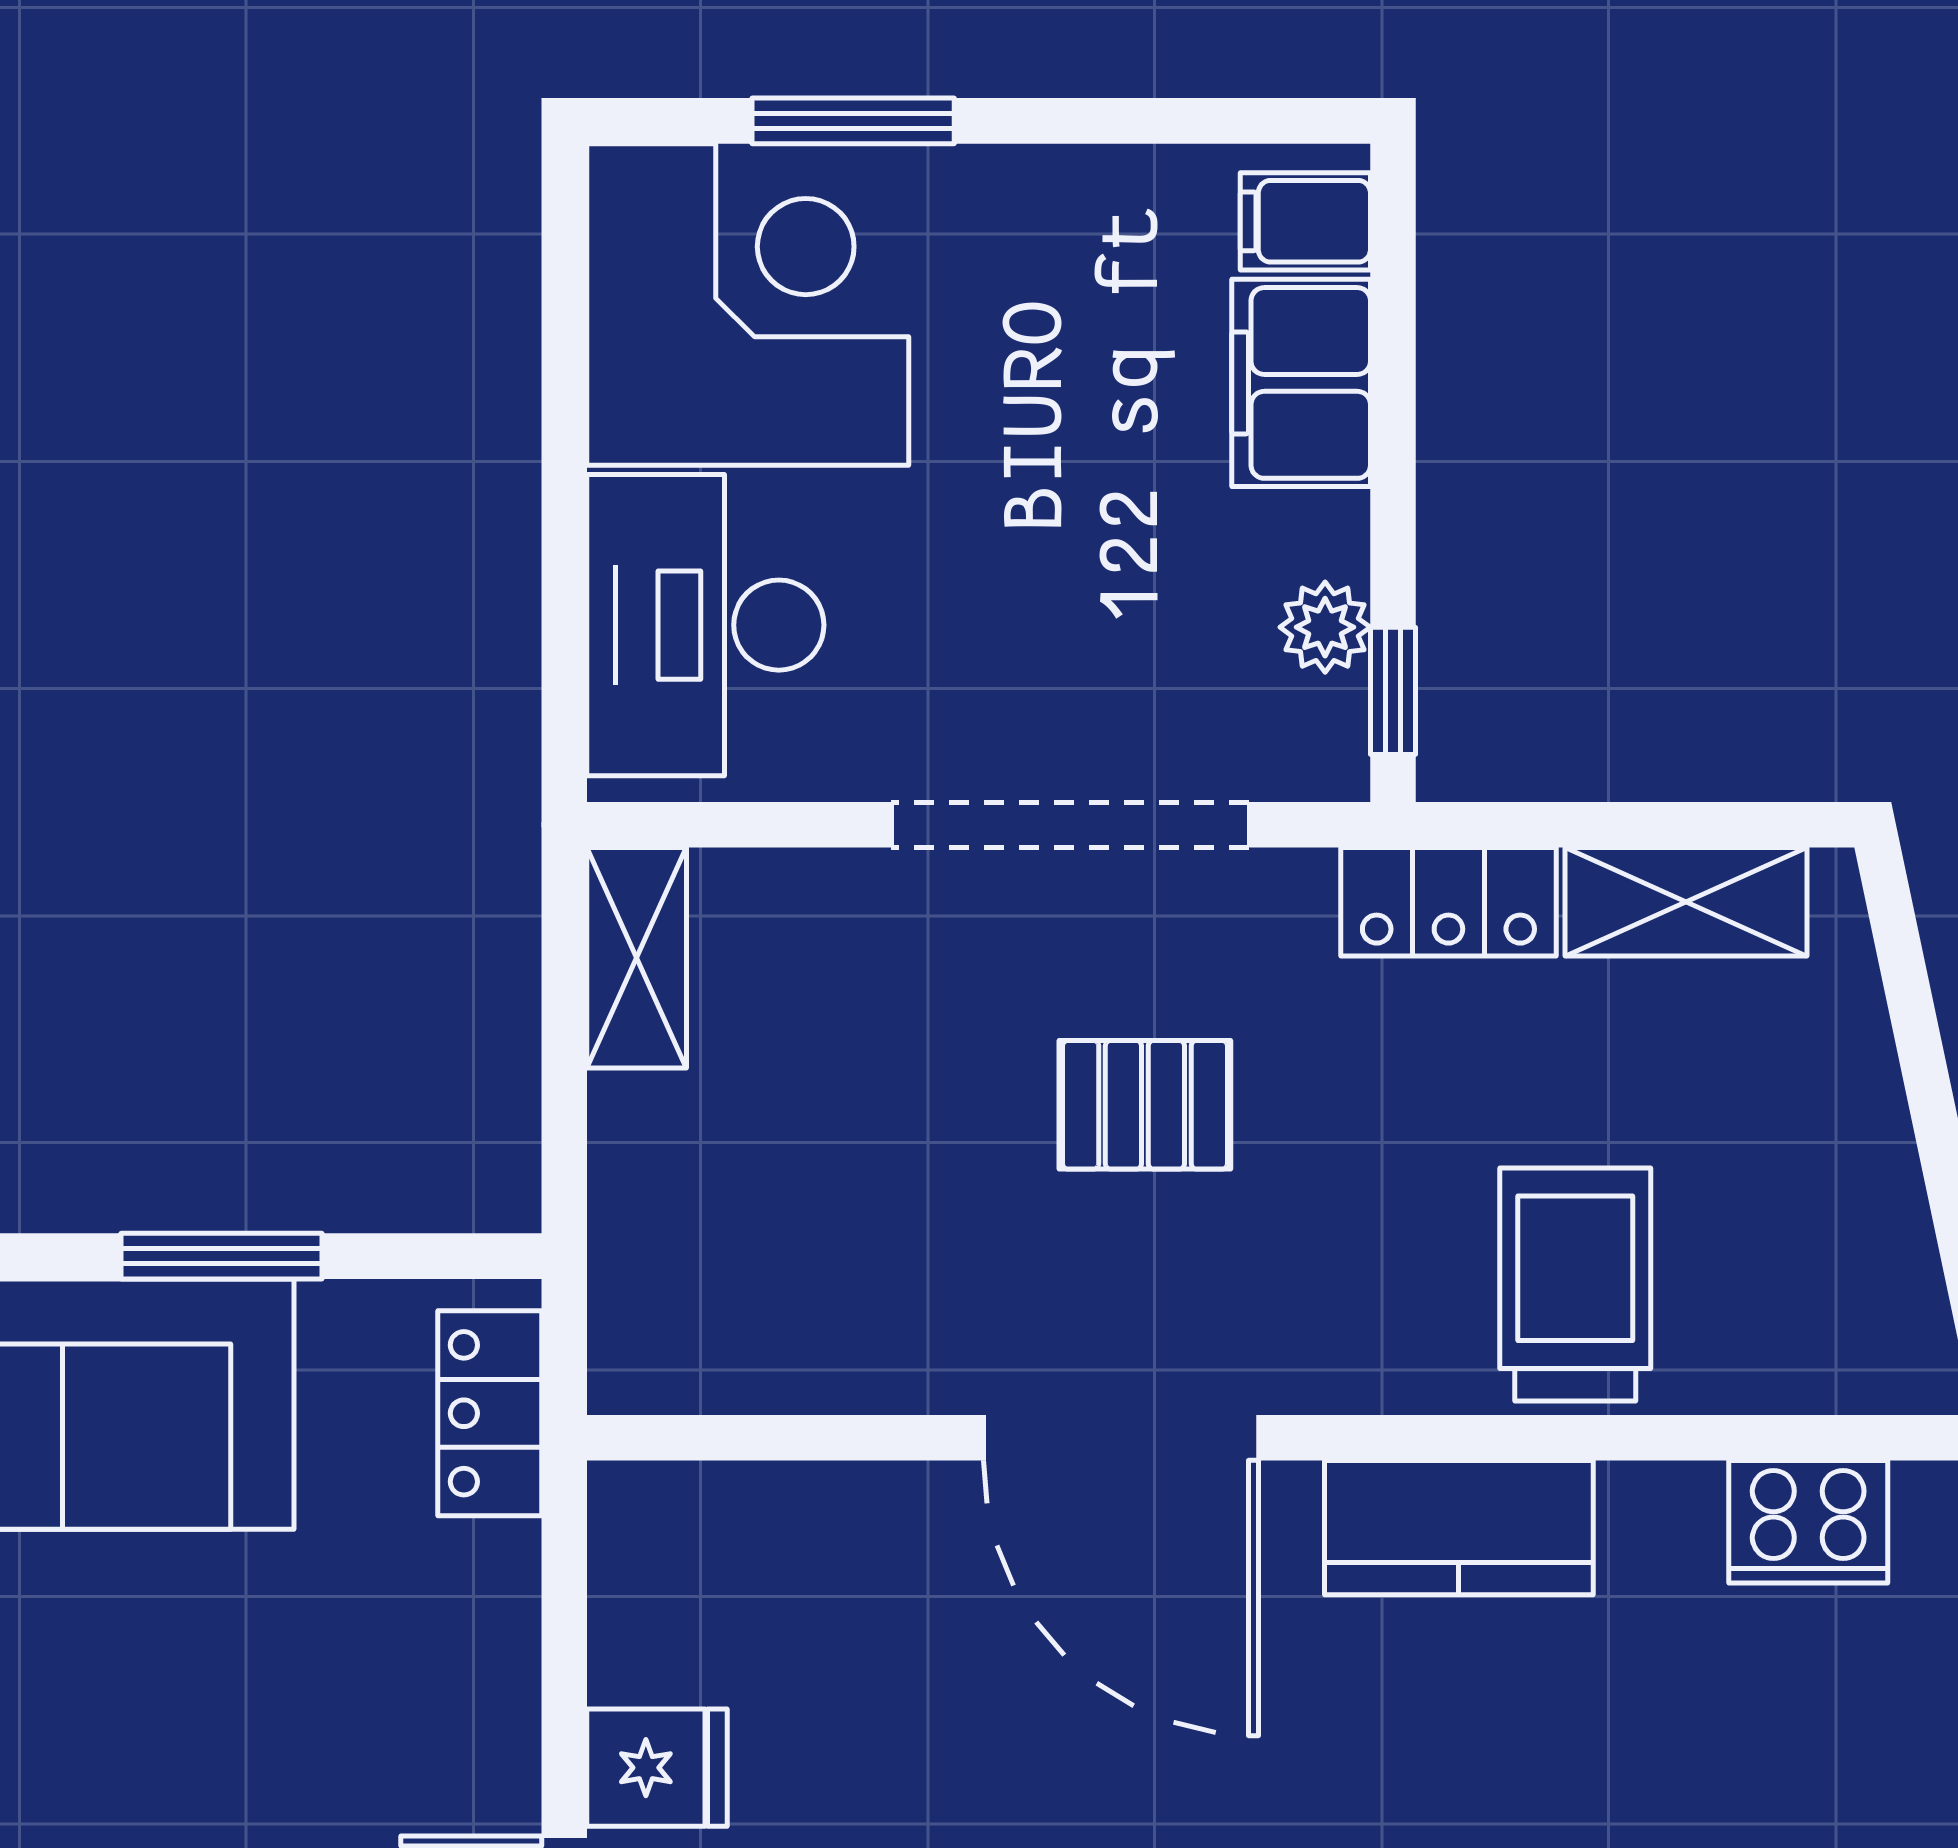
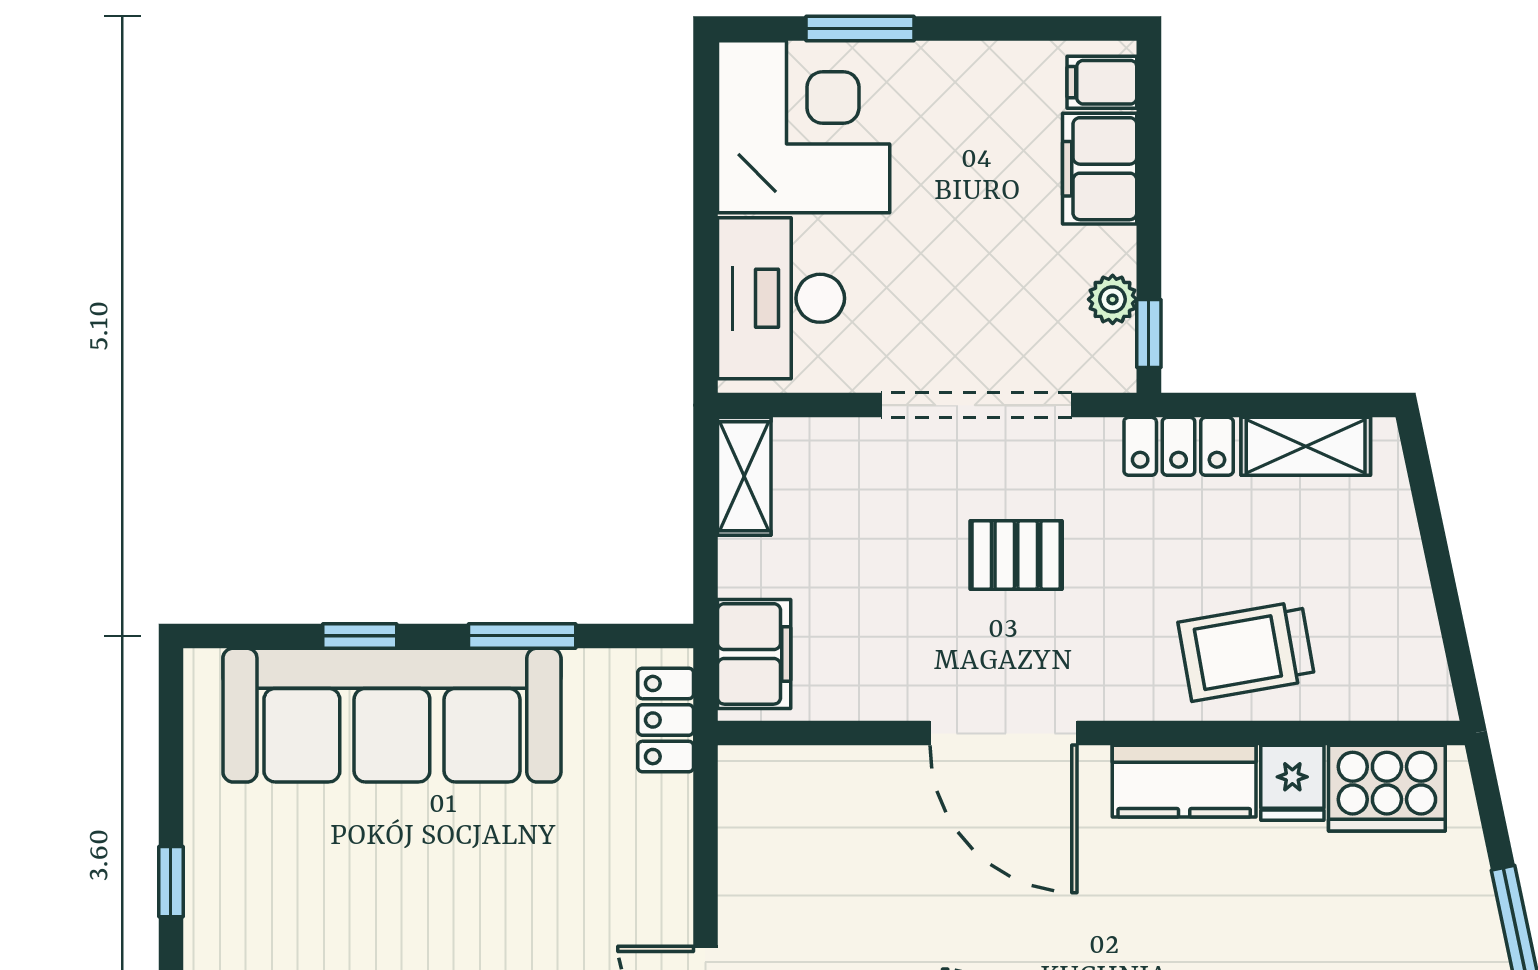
trolley: (1575, 1285) -> (1246, 651), turned -100
filing cabinet: (655, 1290) -> (754, 654), added
cooker: (1808, 1522) -> (1387, 788), width x1.37, depth x1.31
fridge: (657, 1768) -> (1292, 783), moved, turned 90

